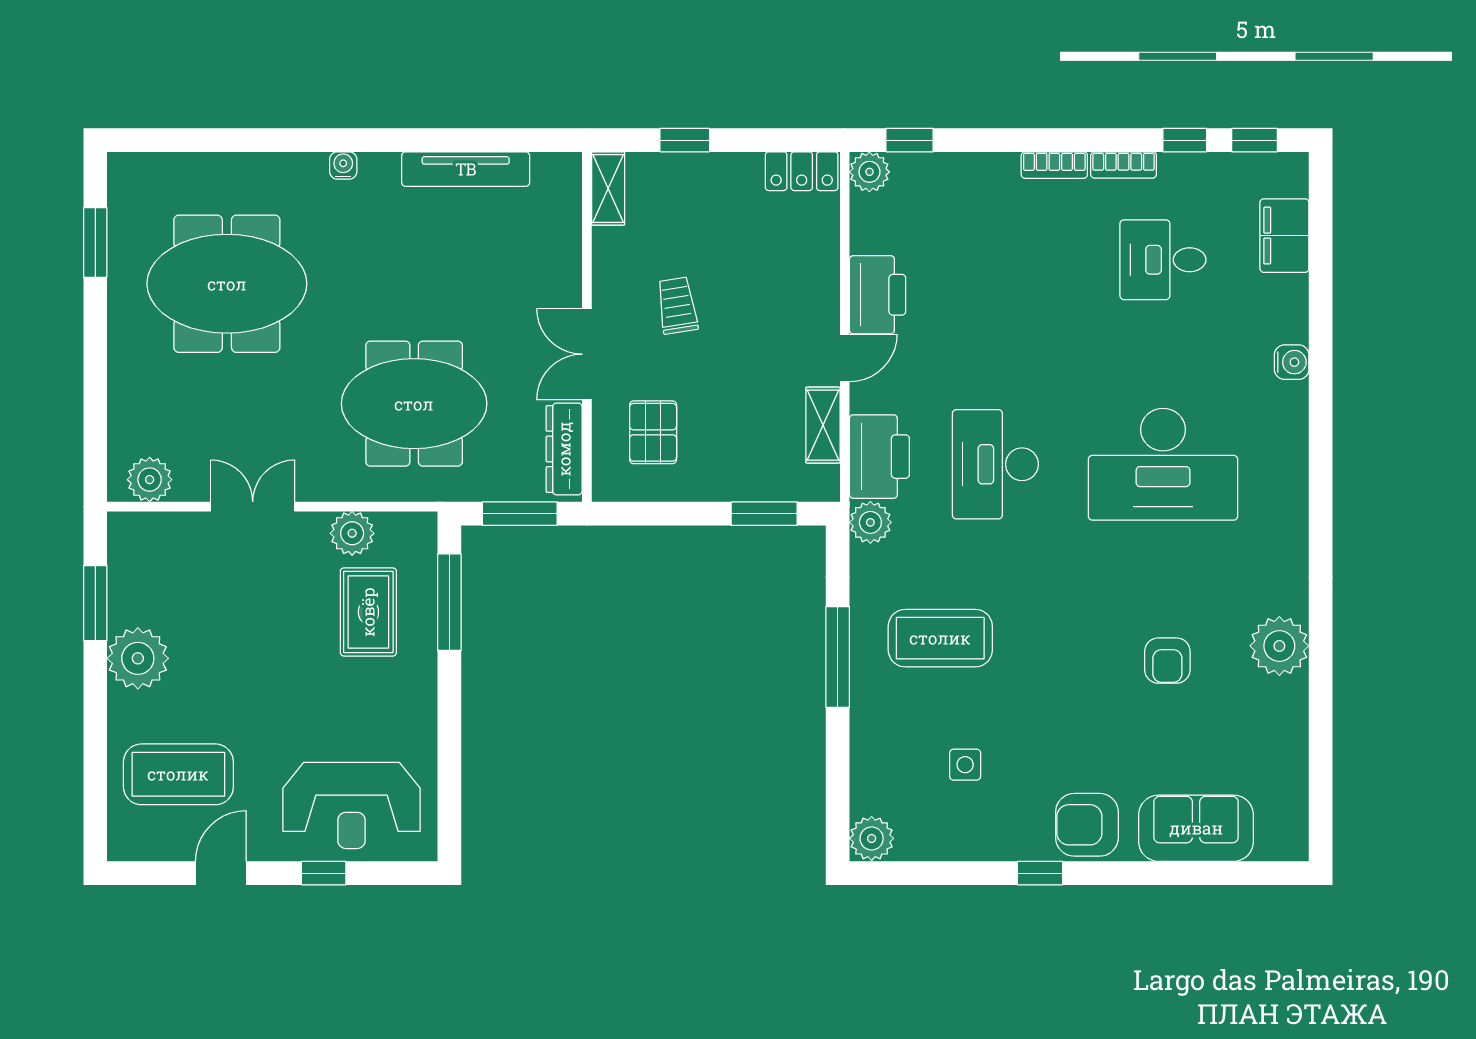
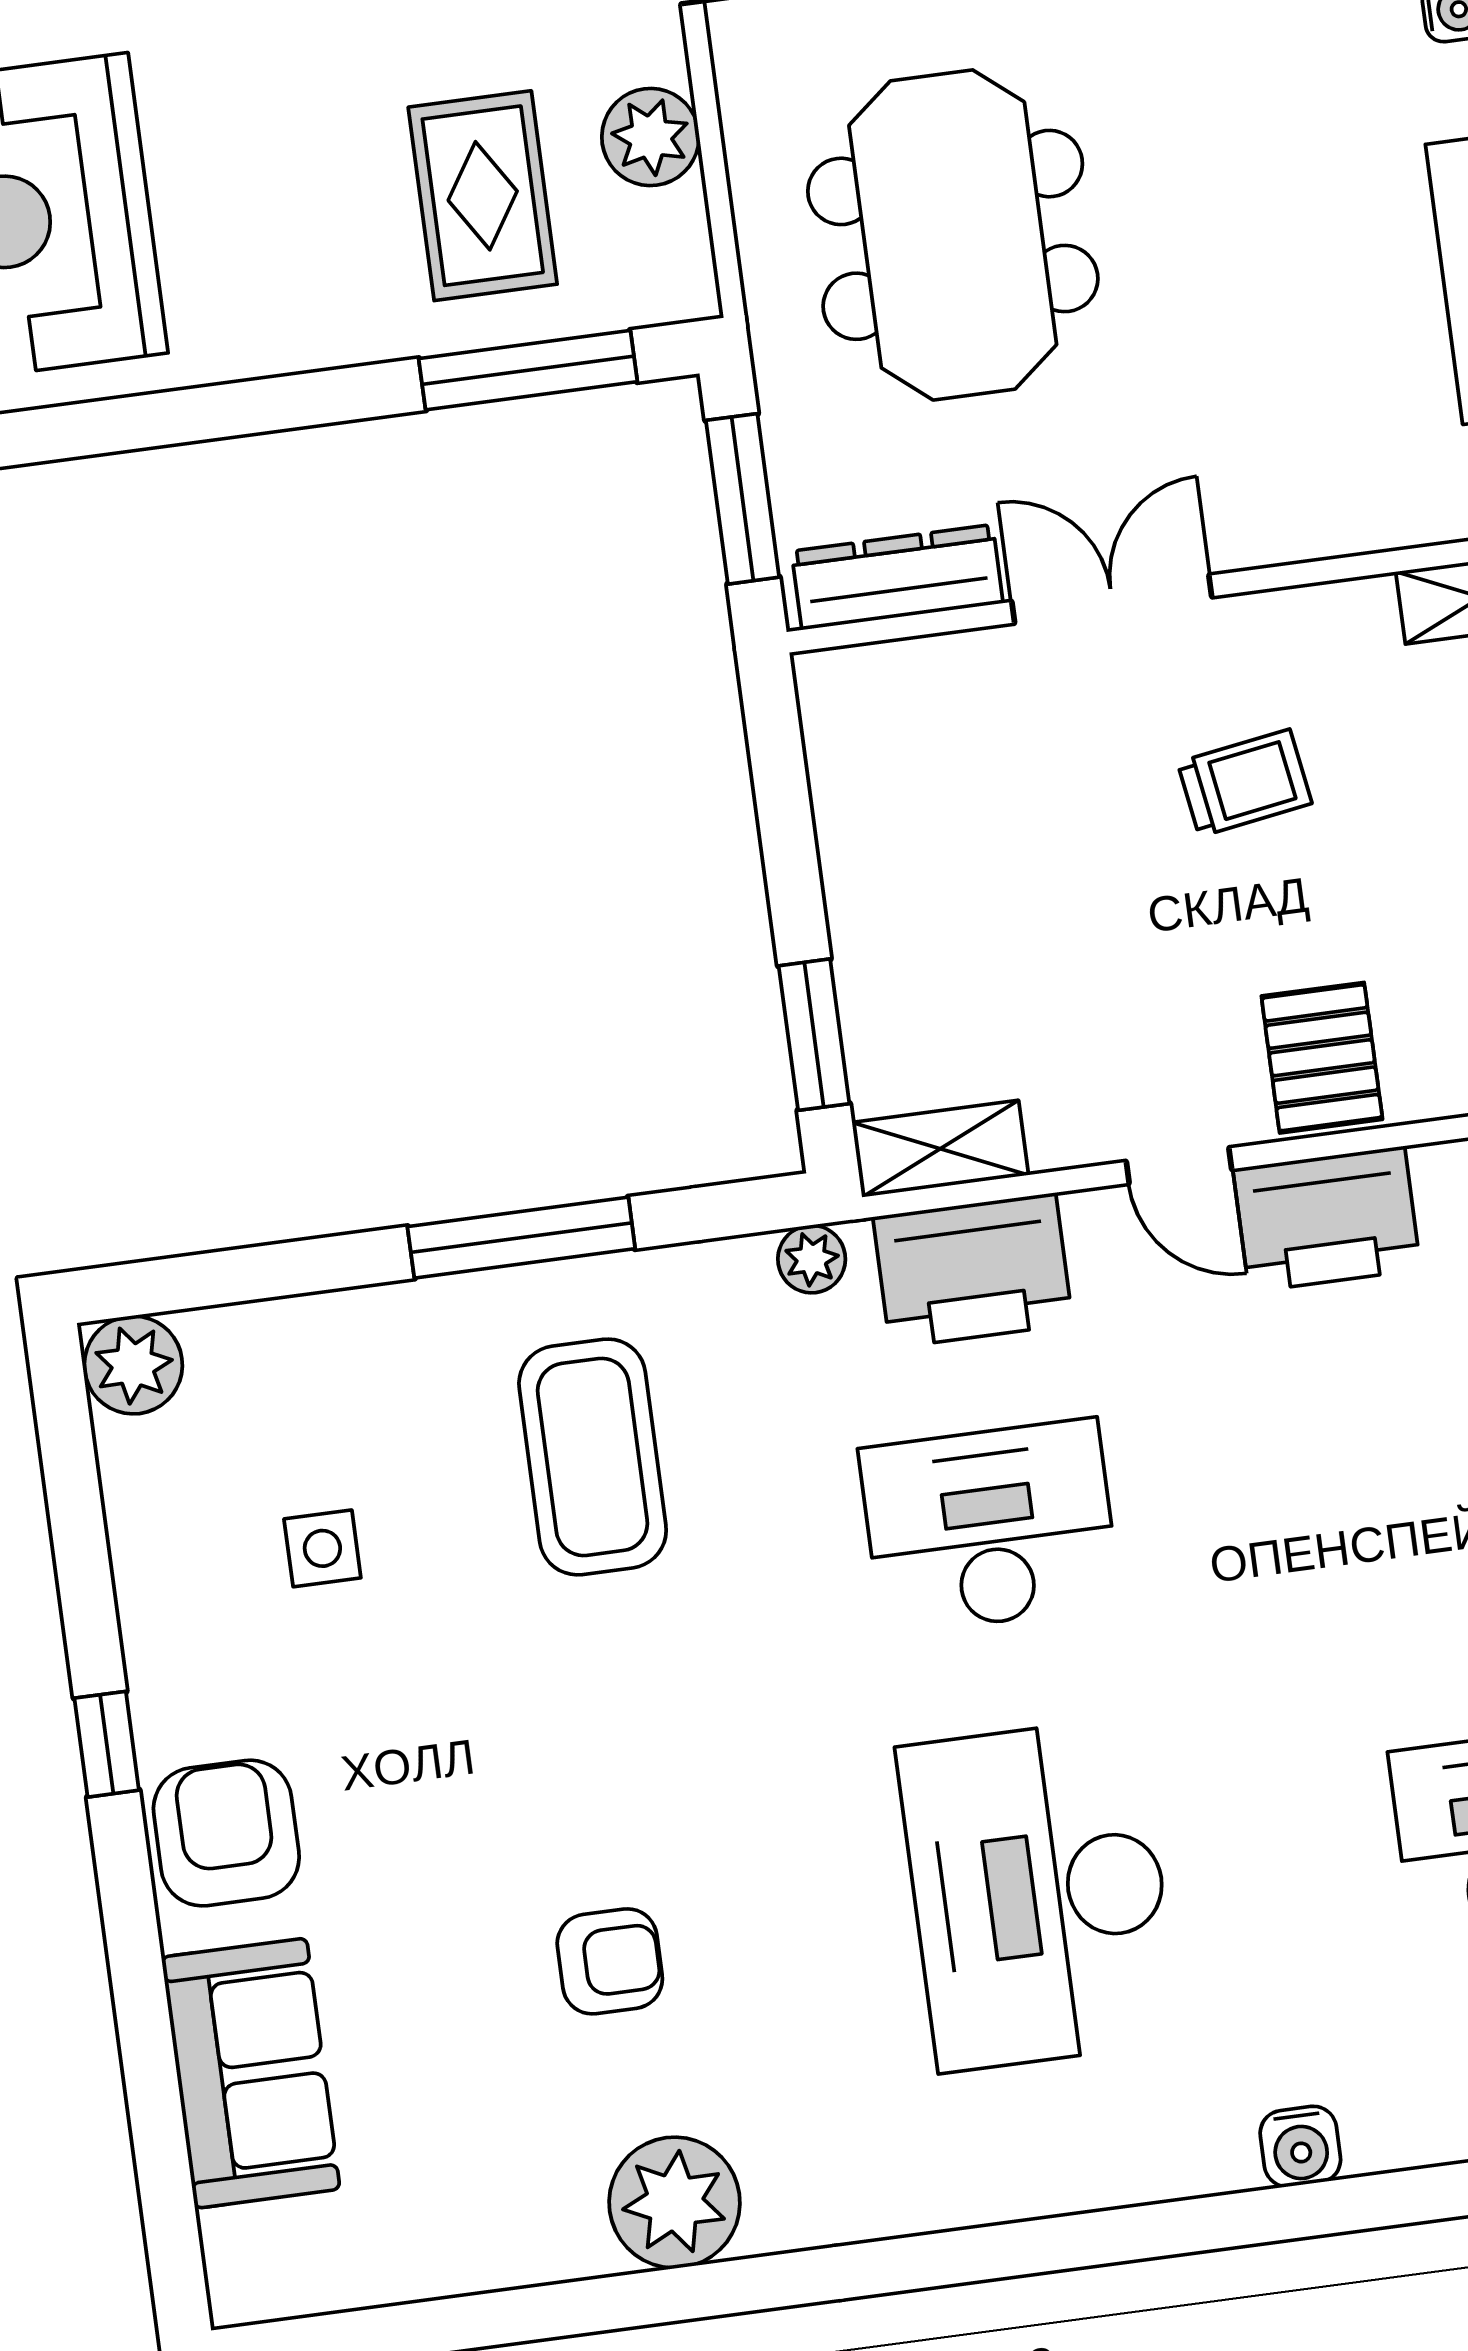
shelving: (823, 425) -> (940, 1149), moved
pallet: (653, 432) -> (1322, 1058), moved, turned 90
plant: (870, 522) -> (812, 1259), width x0.73, depth x0.73
rug: (368, 612) -> (483, 196), turned 90
armchair: (1167, 661) -> (610, 1961), turned 180

